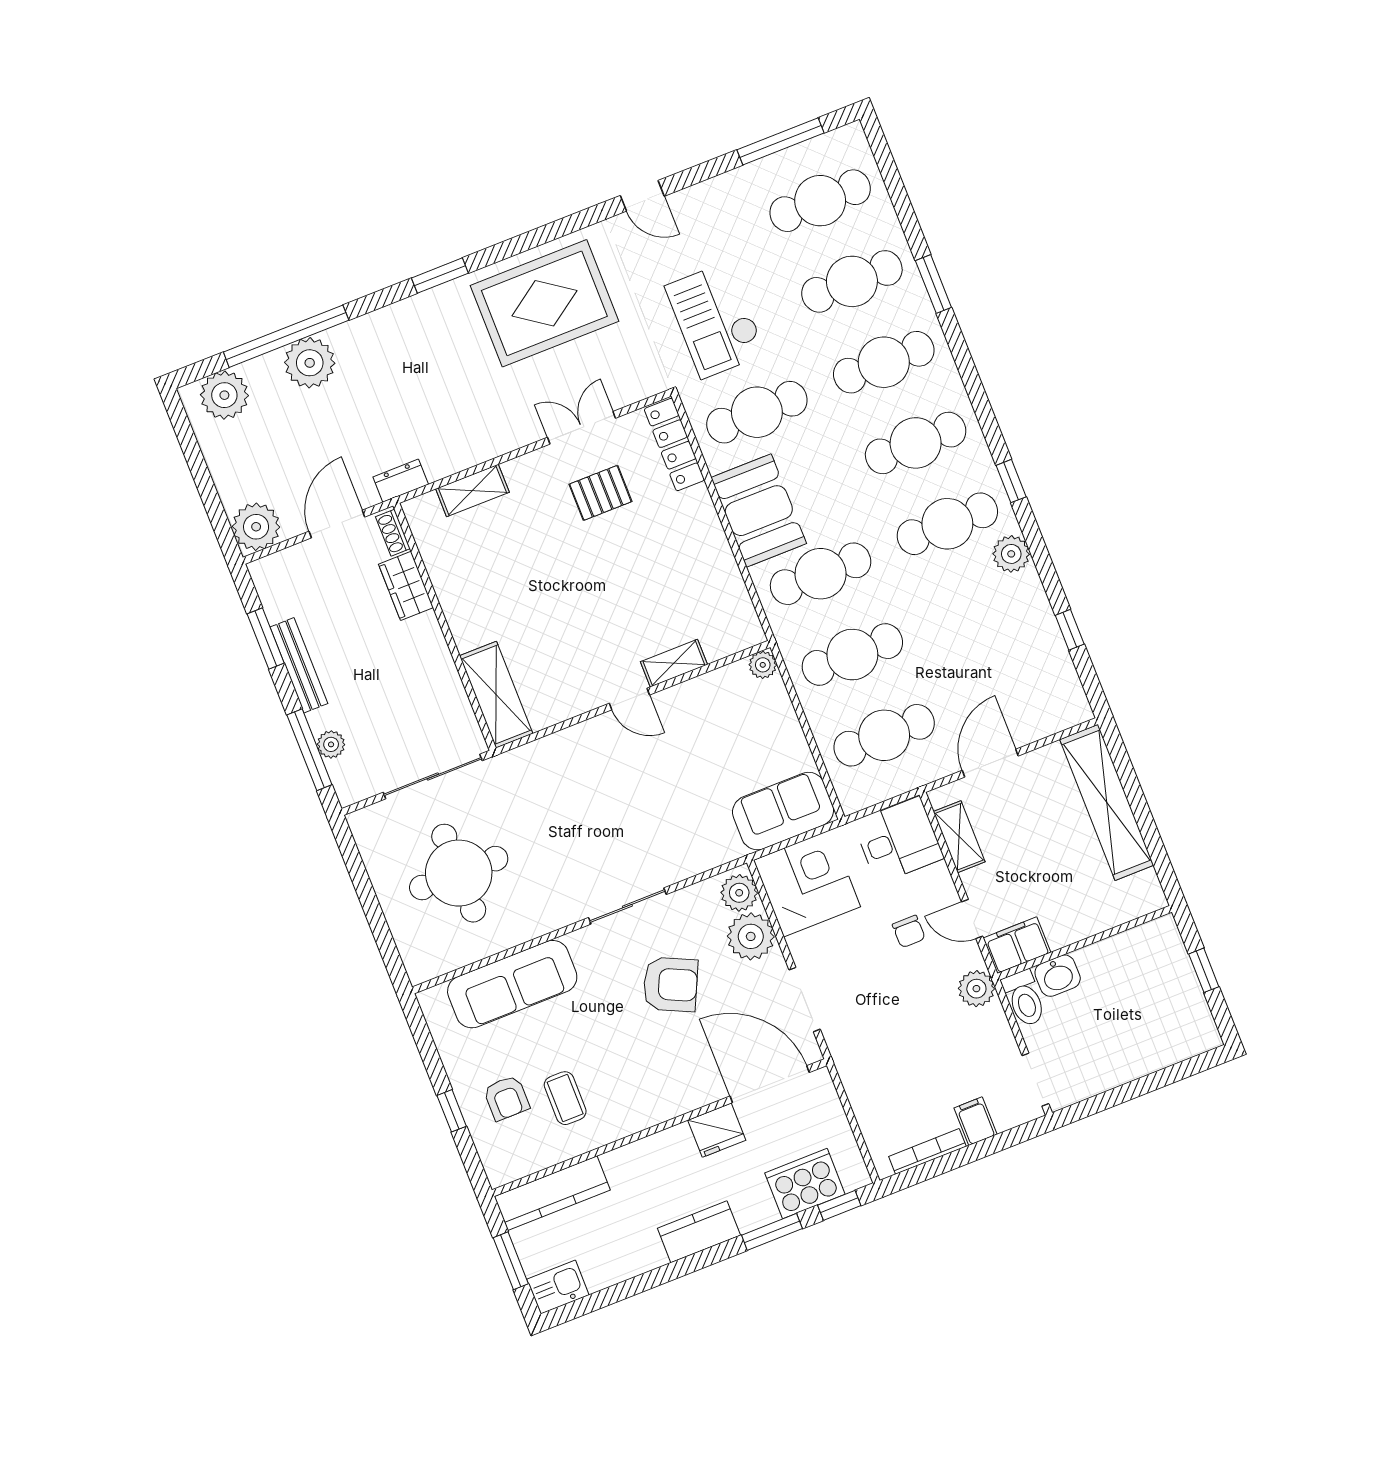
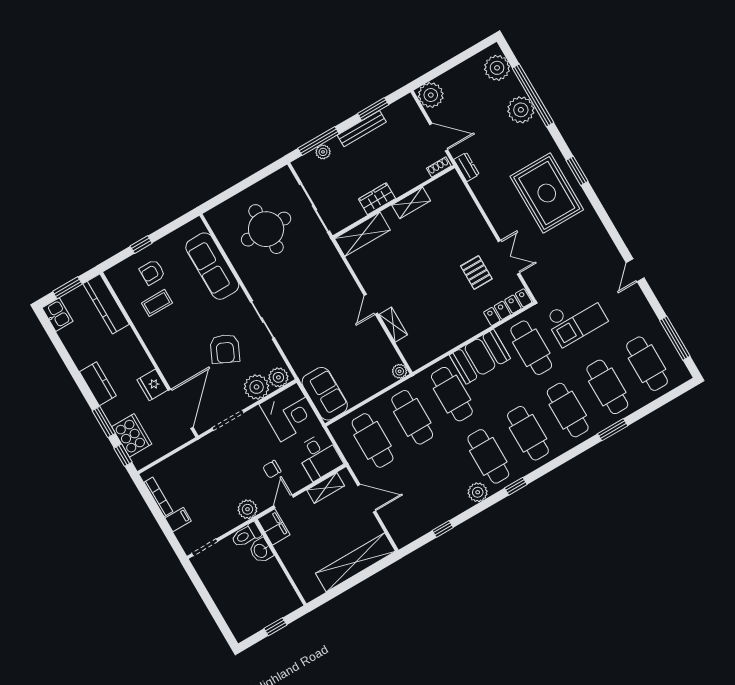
rug: (544, 303) -> (547, 193), moved
checkout: (715, 320) -> (576, 319), turned 180
shelving: (472, 490) -> (411, 203), moved, turned 90
wardrobe: (406, 586) -> (377, 199), moved

